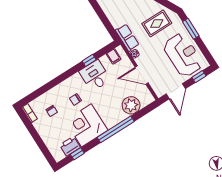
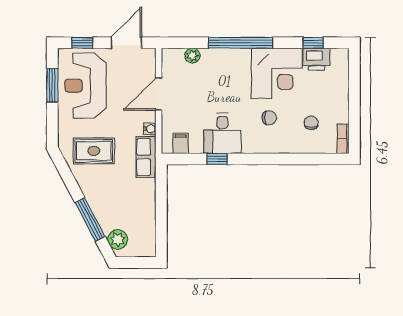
window: (191, 29) -> (52, 85), moved
door: (142, 75) -> (159, 94), swing flipped
plant: (131, 105) -> (192, 56), width x0.53, depth x0.53

